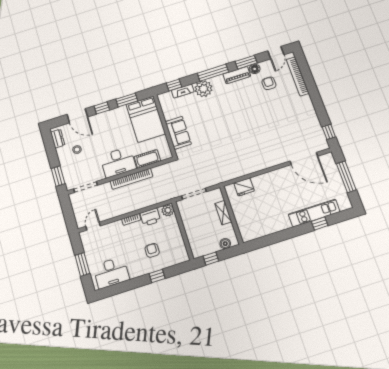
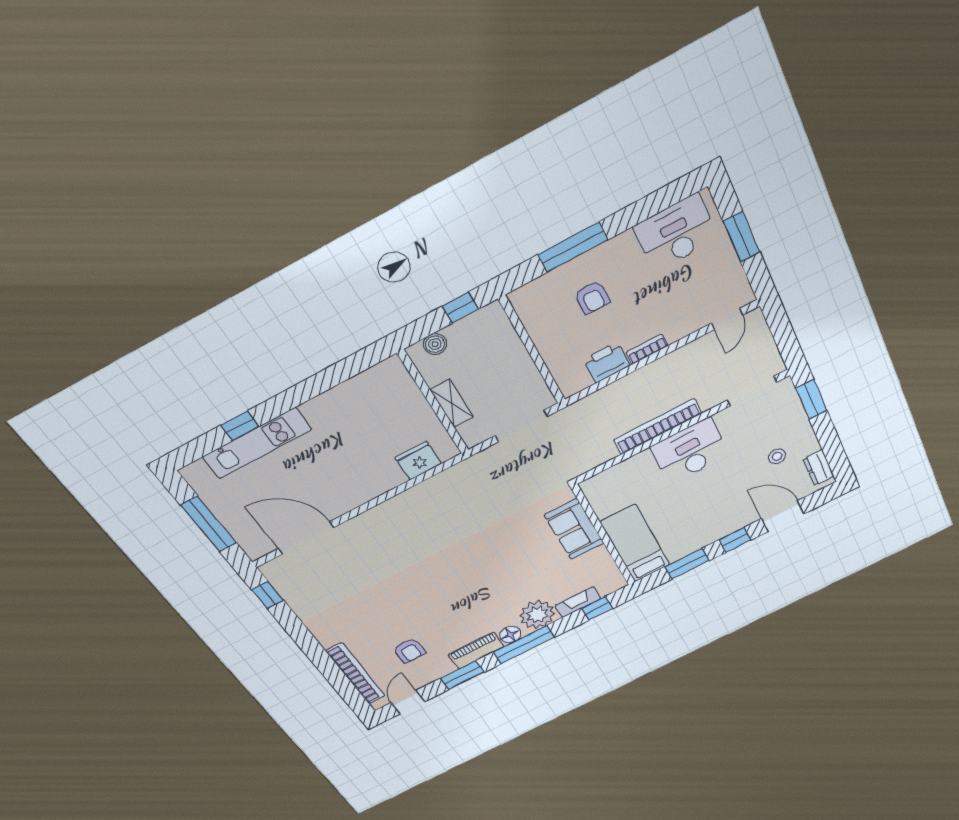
floor lamp: (255, 69) -> (510, 635), moved
bed: (146, 119) -> (635, 544), width x0.67
cot: (147, 159) -> (630, 470), removed
plant: (168, 210) -> (571, 383), removed
window: (157, 276) -> (573, 247), width x2.17

